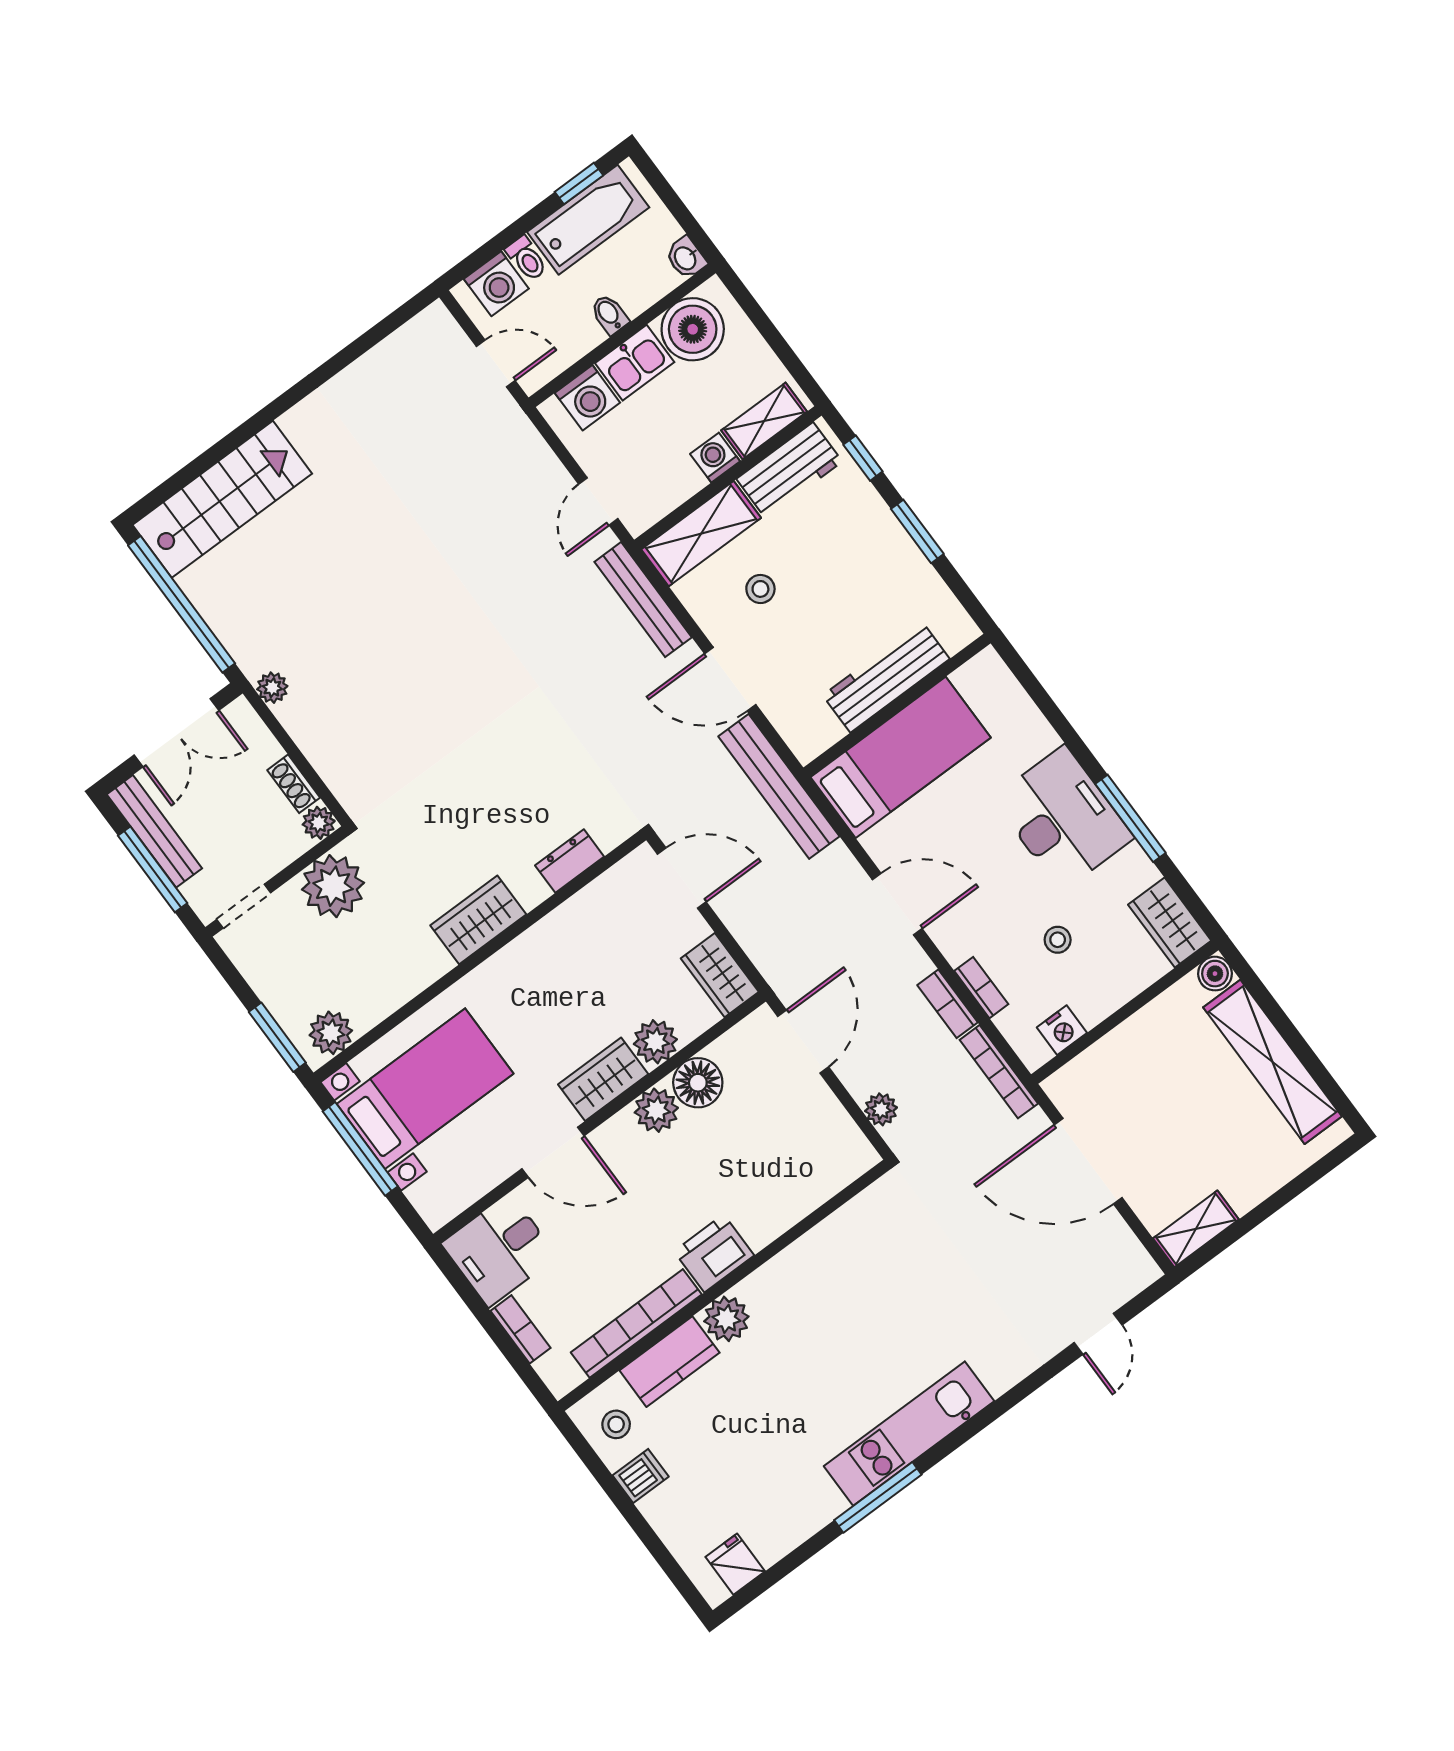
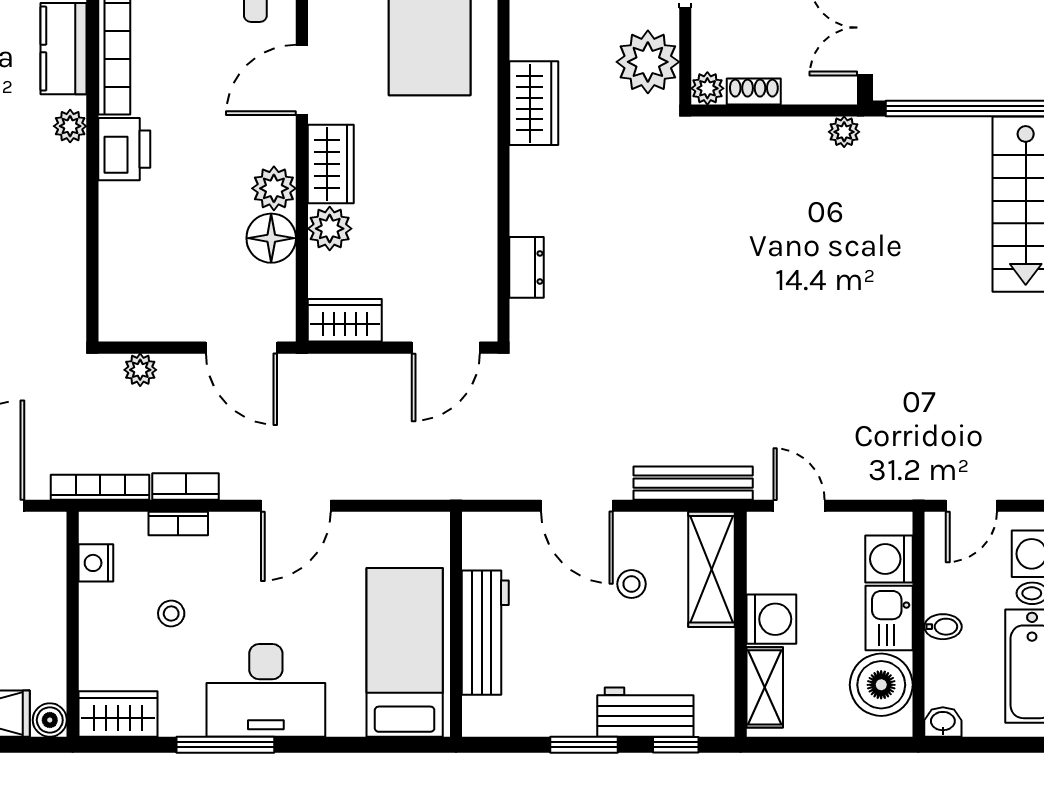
washing machine: (715, 458) -> (771, 619), width x1.38, depth x1.38
workbench: (789, 470) -> (645, 712), moved, turned 90
door: (730, 679) -> (577, 506), swing flipped
bed: (901, 757) -> (405, 652), moved, turned 180
bench: (779, 786) -> (461, 481), removed
wardrobe: (478, 920) -> (534, 103), moved
plant: (726, 1319) -> (70, 126), width x0.73, depth x0.73

